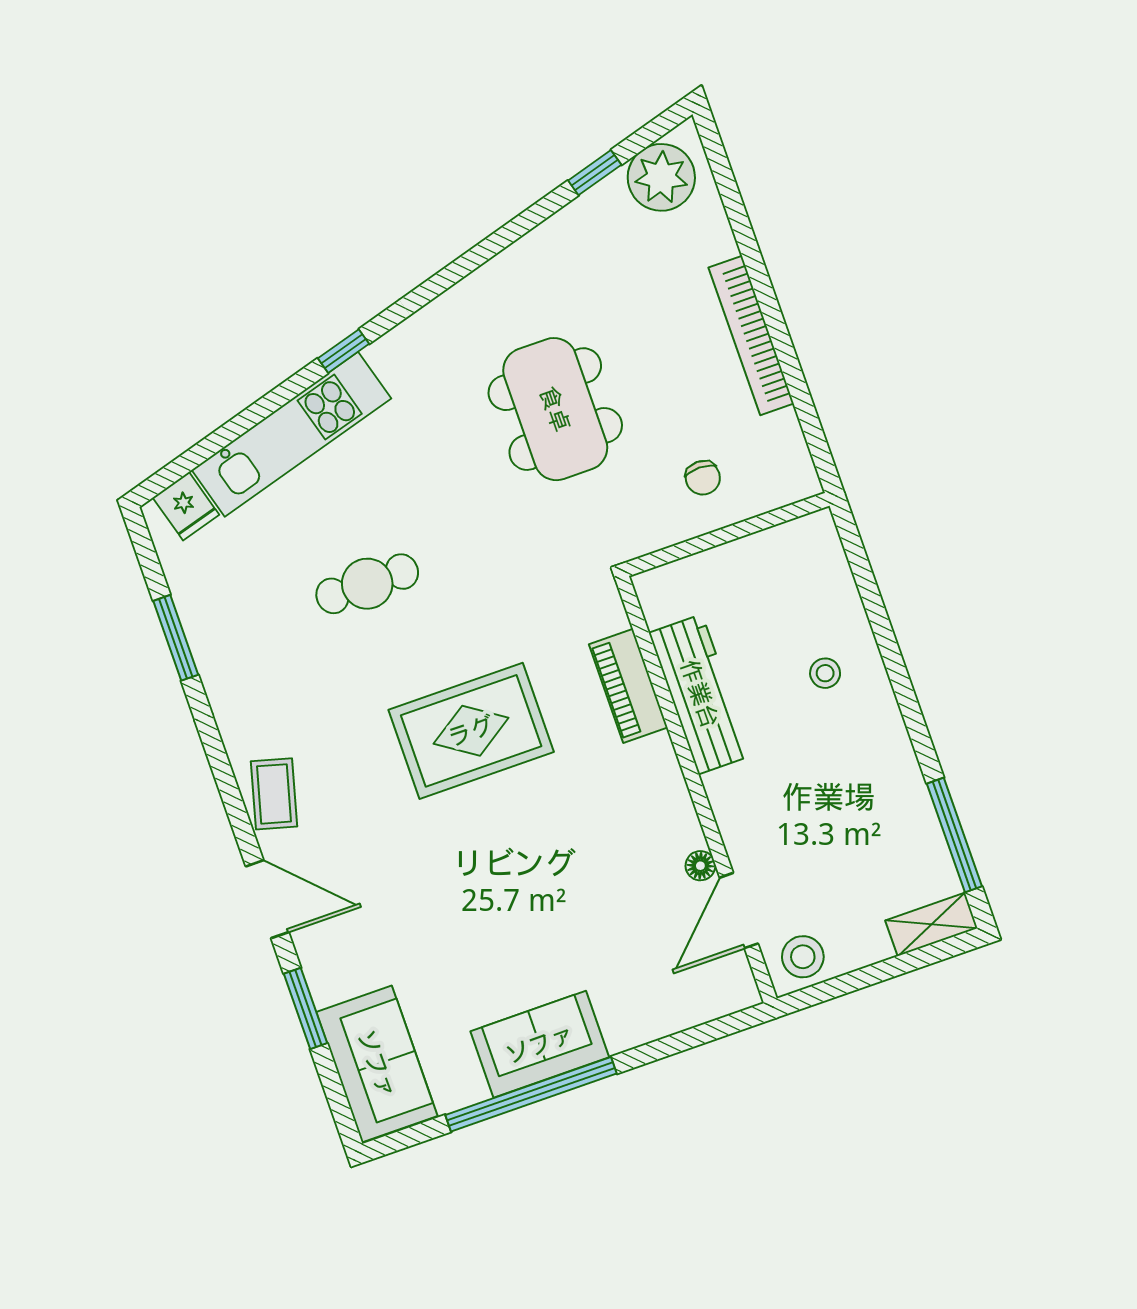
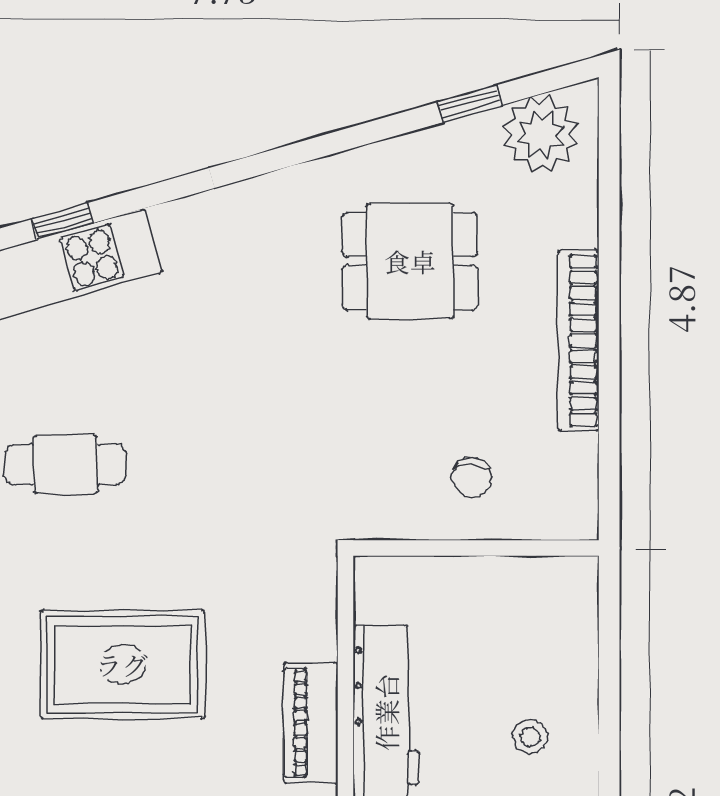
window: (344, 351) -> (62, 221), moved
dining table: (555, 409) -> (410, 261), moved, width x0.73
piano: (628, 686) -> (311, 723), moved

